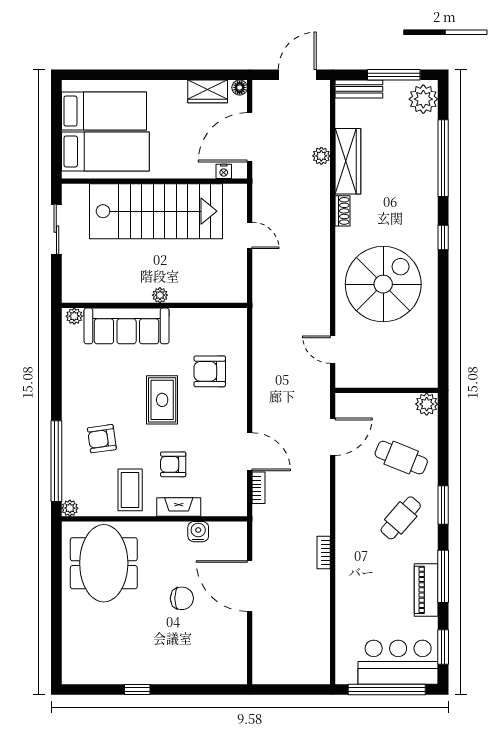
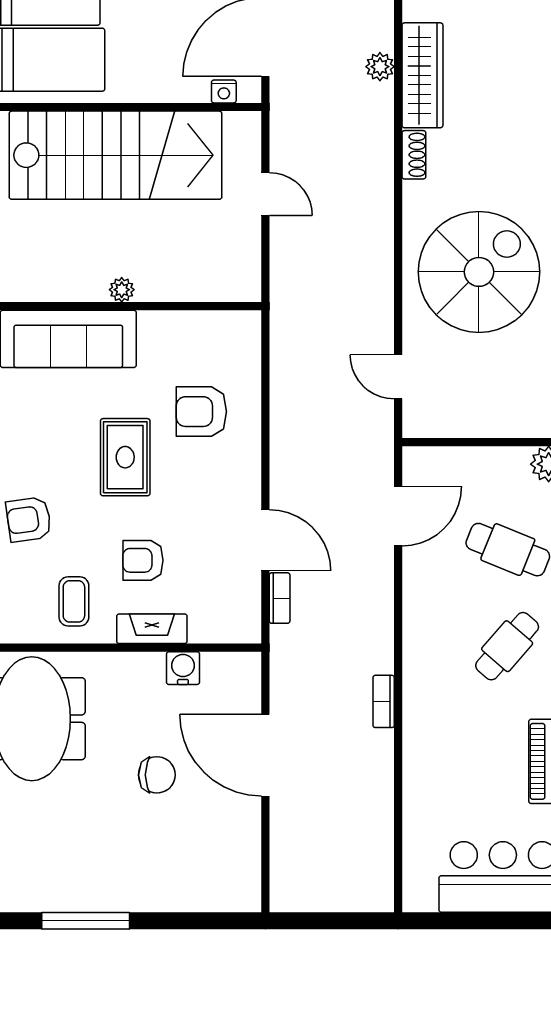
coffee table: (130, 490) -> (74, 601), width x0.73, depth x0.77
window: (137, 689) -> (86, 921), width x2.17
window: (387, 689) -> (485, 921), removed

